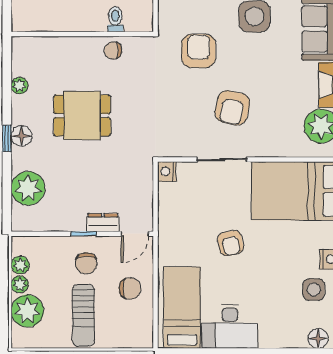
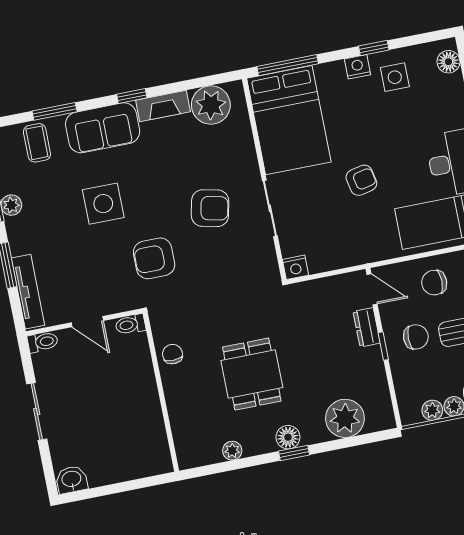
toilet: (115, 19) -> (130, 324), moved
chair: (113, 51) -> (172, 354), turned 180
chair: (130, 288) -> (434, 283), turned -90

